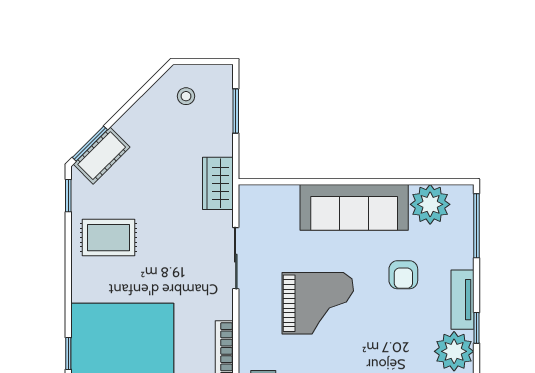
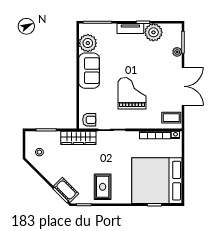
wardrobe: (218, 183) -> (78, 138), width x1.50
sofa: (354, 207) -> (89, 71), width x0.73
armchair: (403, 275) -> (89, 120), moved

